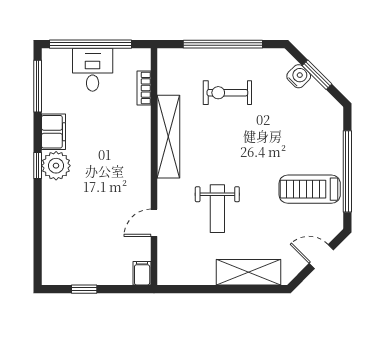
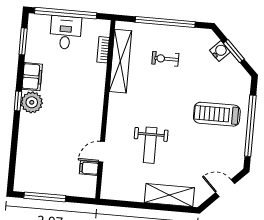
window: (38, 86) -> (23, 41), width x0.69
exercise bike: (227, 93) -> (165, 59), width x0.73, depth x0.72
shelving: (168, 137) -> (120, 61), moved
treadmill: (310, 189) -> (217, 114), moved
filing cabinet: (142, 273) -> (89, 168), moved, turned -90
window: (84, 289) -> (45, 197), width x2.17

